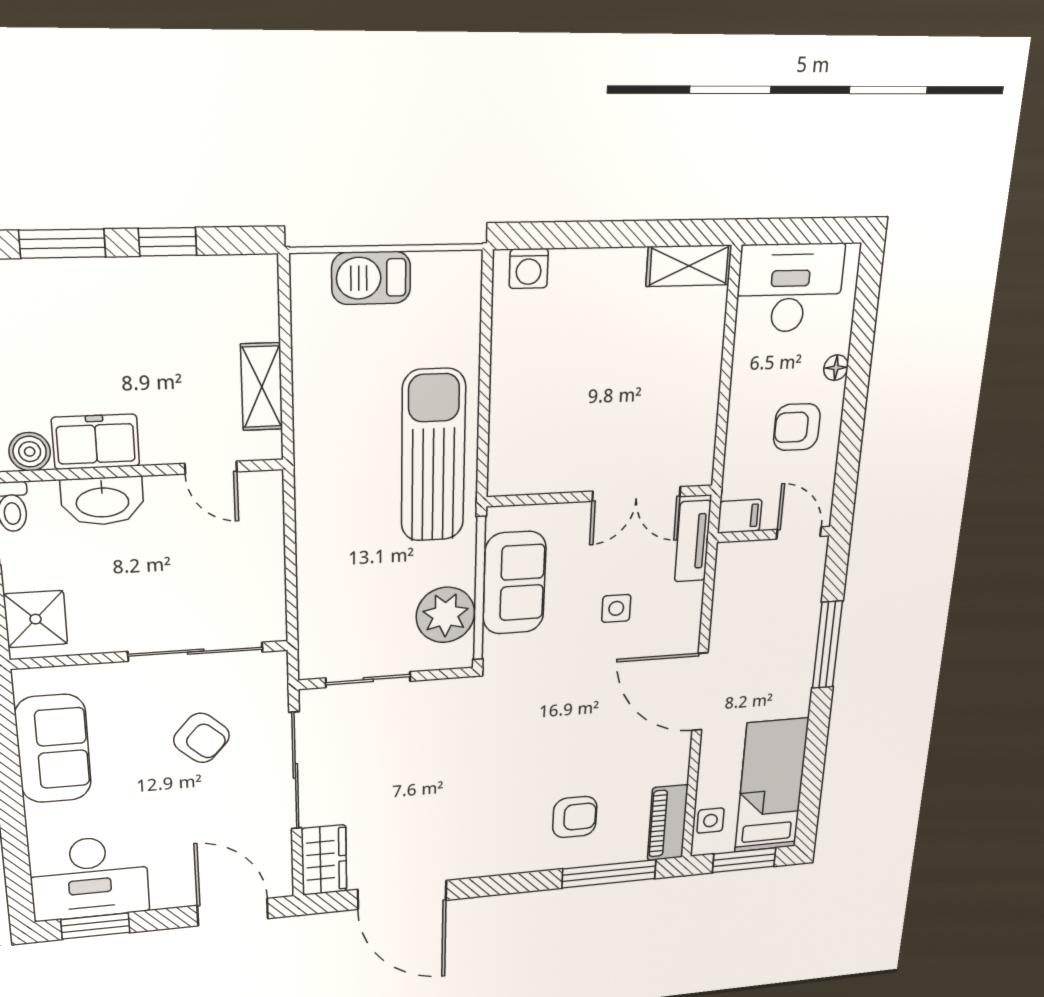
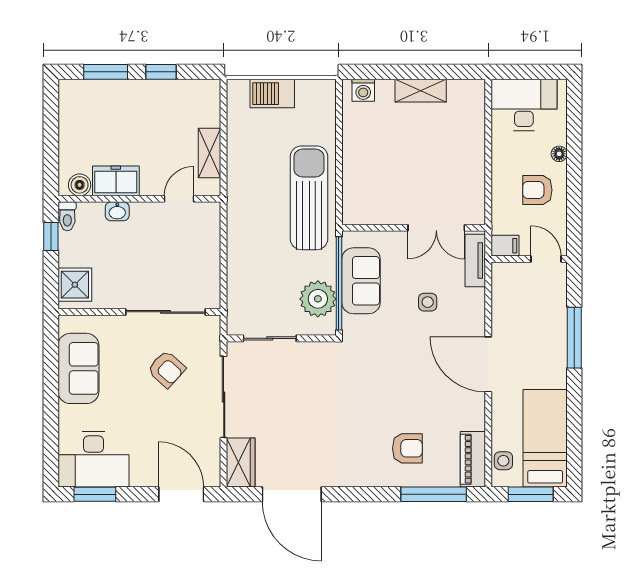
shelving: (689, 266) -> (421, 91), moved
door: (211, 468) -> (179, 199), swing flipped
washbasin: (102, 501) -> (117, 211), width x0.52, depth x0.69

